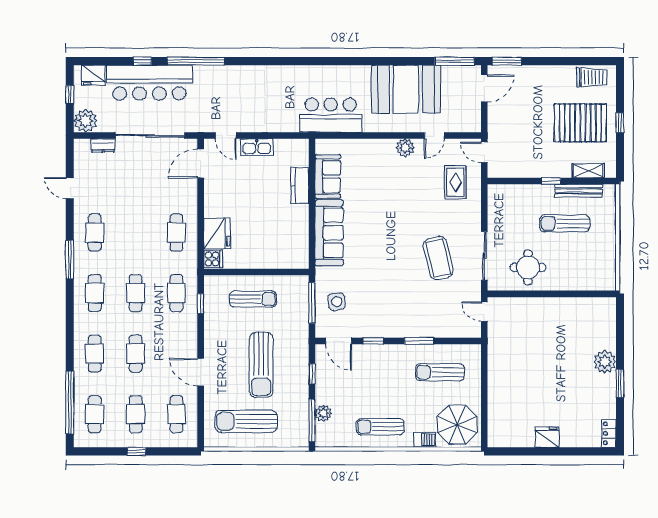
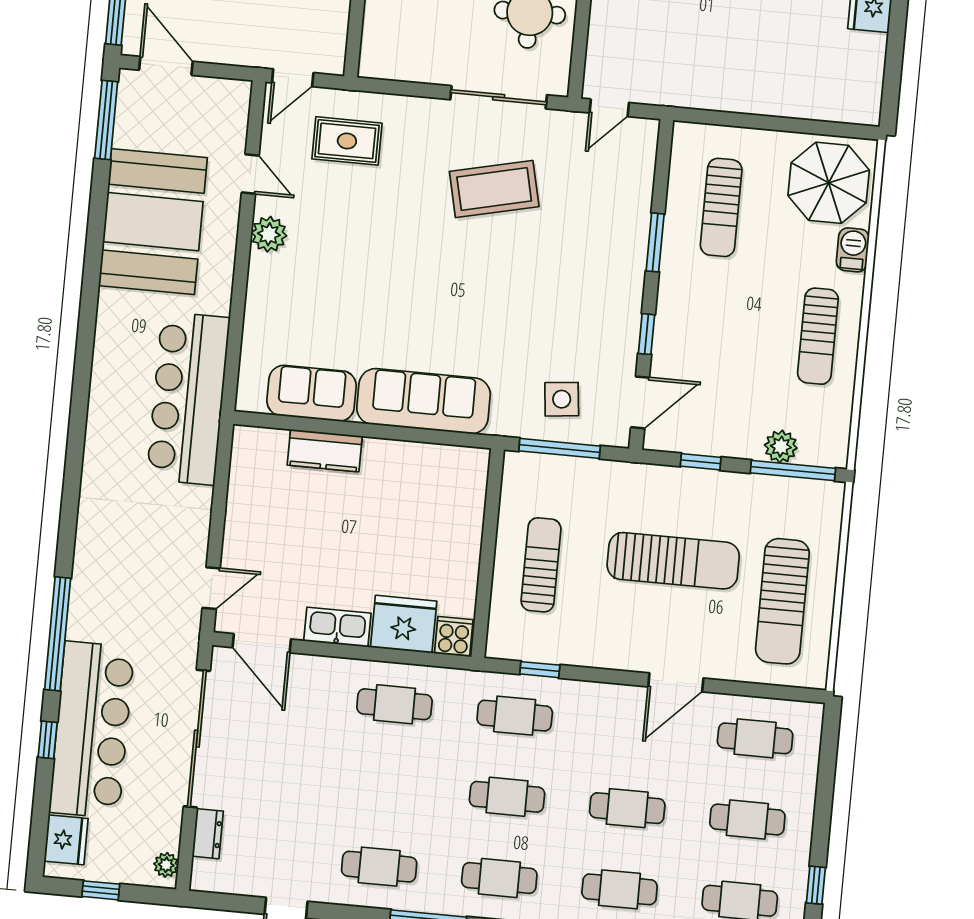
bar counter: (331, 115) -> (188, 398), width x1.36
plant: (86, 121) -> (166, 865), width x0.53, depth x0.53
kitchen sink: (257, 147) -> (337, 627), moved, turned -90
window: (136, 451) -> (816, 885), moved

